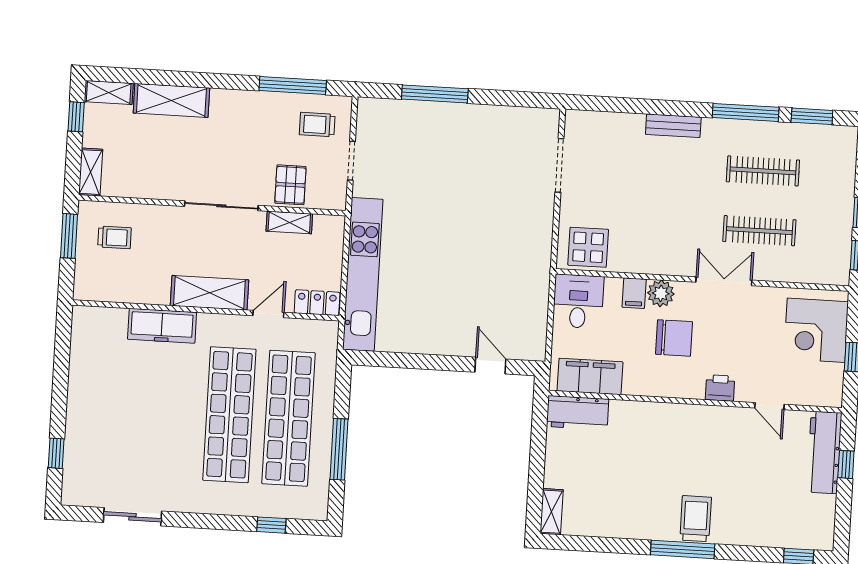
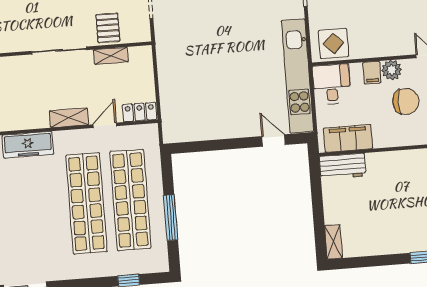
kitchen unit: (363, 274) -> (298, 76), moved, turned 180
shelving: (209, 293) -> (69, 118), width x0.67, depth x0.75

